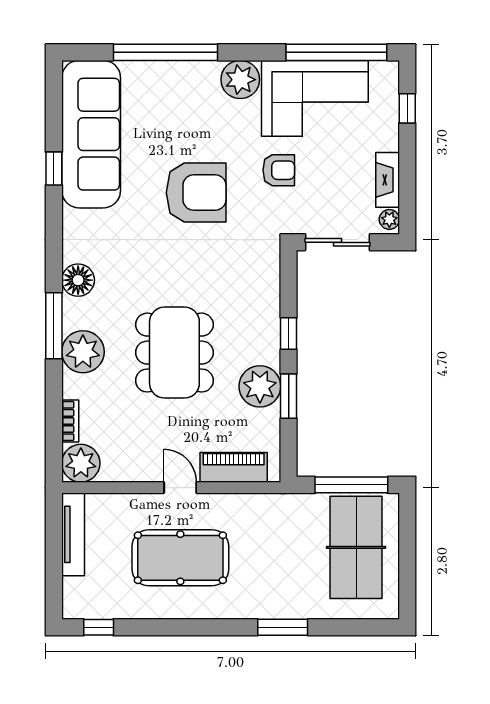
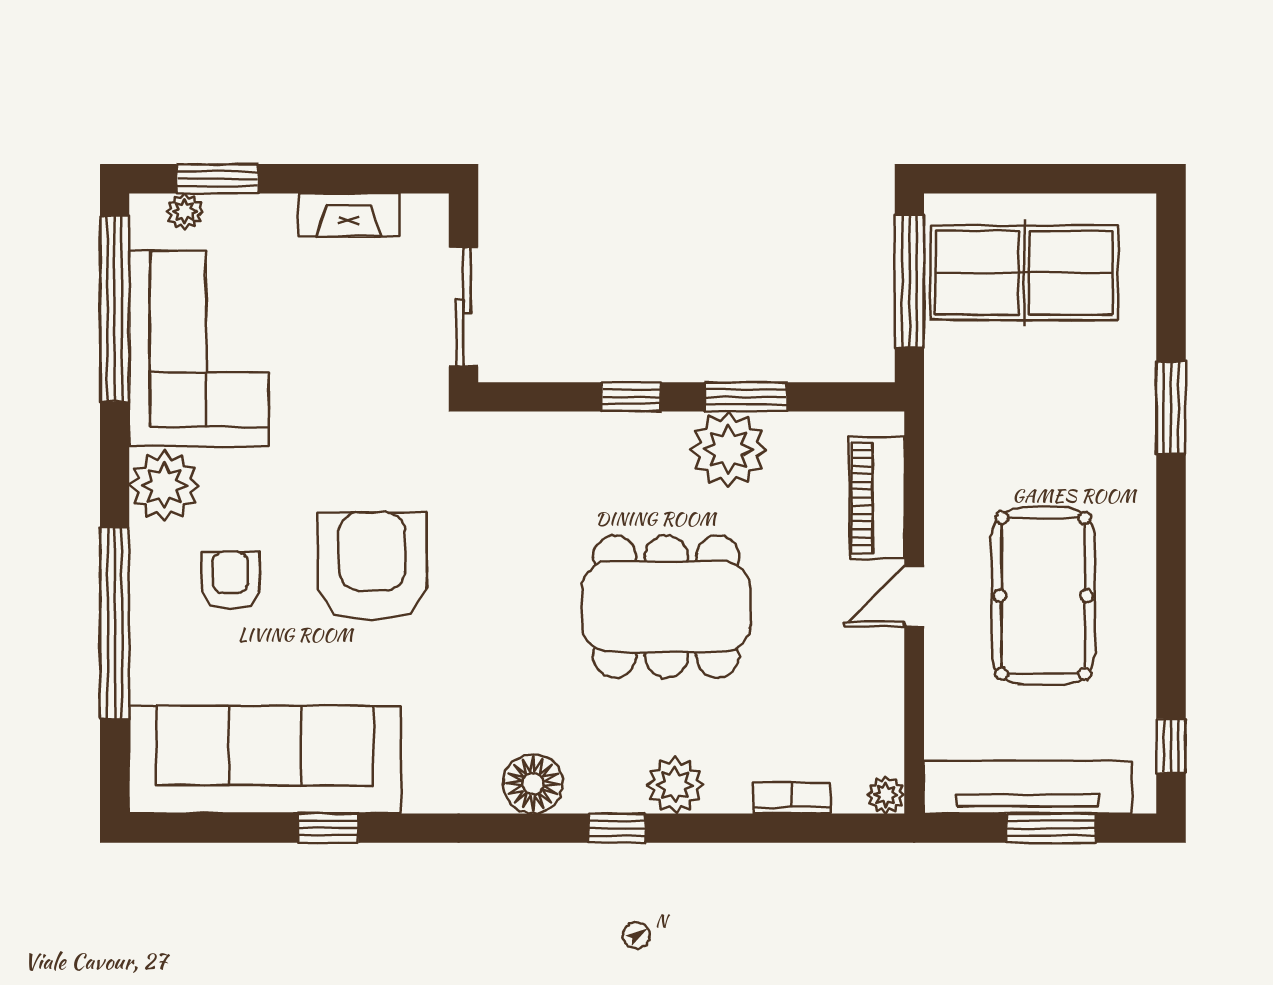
window: (407, 108) -> (217, 179), width x1.50
armchair: (279, 170) -> (230, 581), moved
plant: (389, 219) -> (185, 212), moved
window: (54, 326) -> (617, 828), width x0.46
plant: (83, 352) -> (675, 785), width x0.73, depth x0.73
plant: (81, 463) -> (886, 795), width x0.53, depth x0.53
tv unit: (73, 534) -> (1028, 787), width x1.36, depth x1.29
window: (54, 562) -> (1051, 828), added

